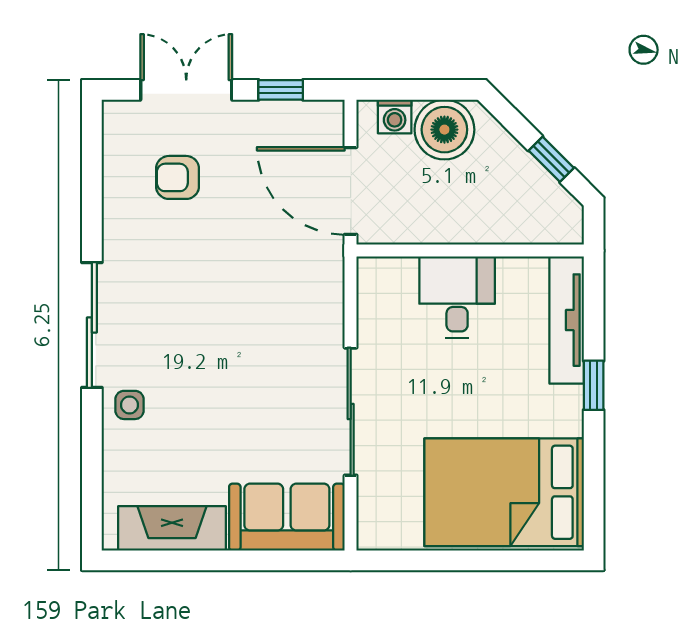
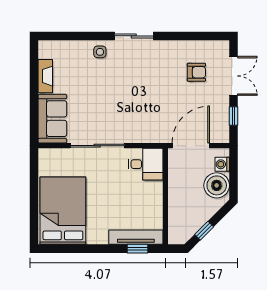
armchair: (178, 177) -> (196, 72), turned 90
desk: (457, 297) -> (146, 164), moved
sliding door: (92, 325) -> (134, 36), width x0.73
window: (594, 385) -> (137, 249), moved
fireplace: (172, 528) -> (45, 76), width x0.73, depth x0.76

